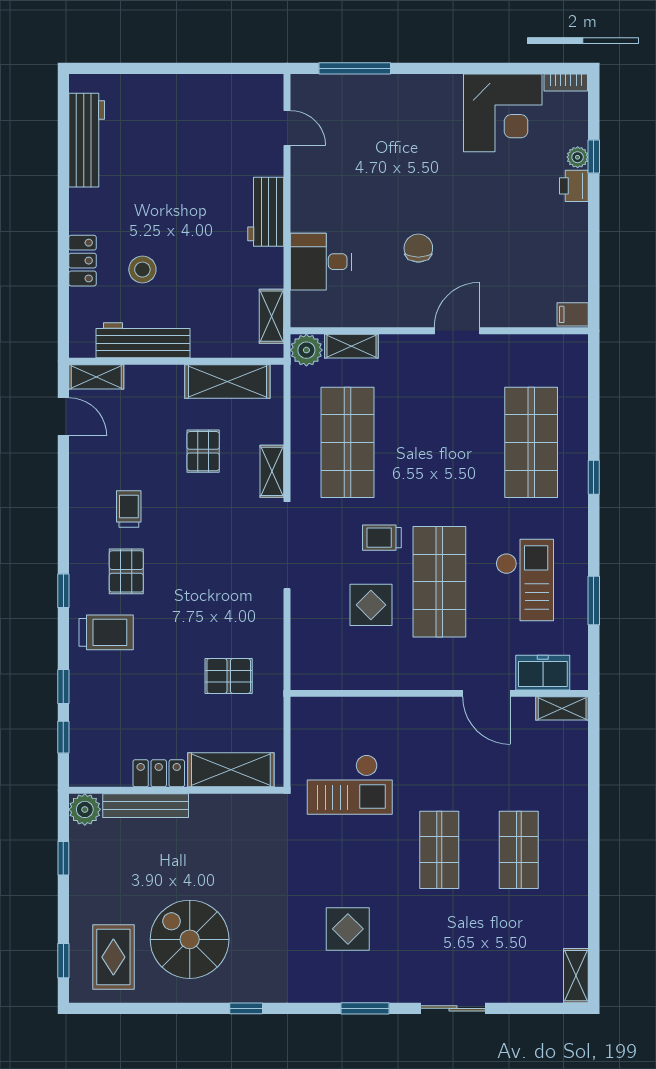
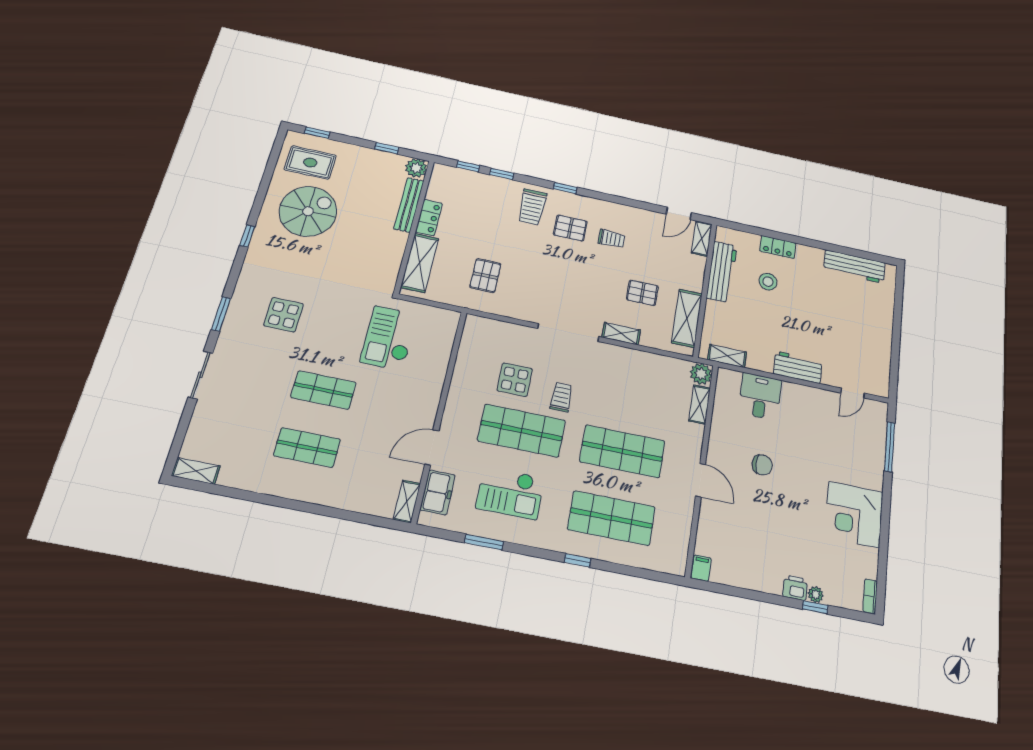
corner desk: (503, 113) -> (854, 515), moved
shop shelf: (347, 442) -> (622, 451), moved

